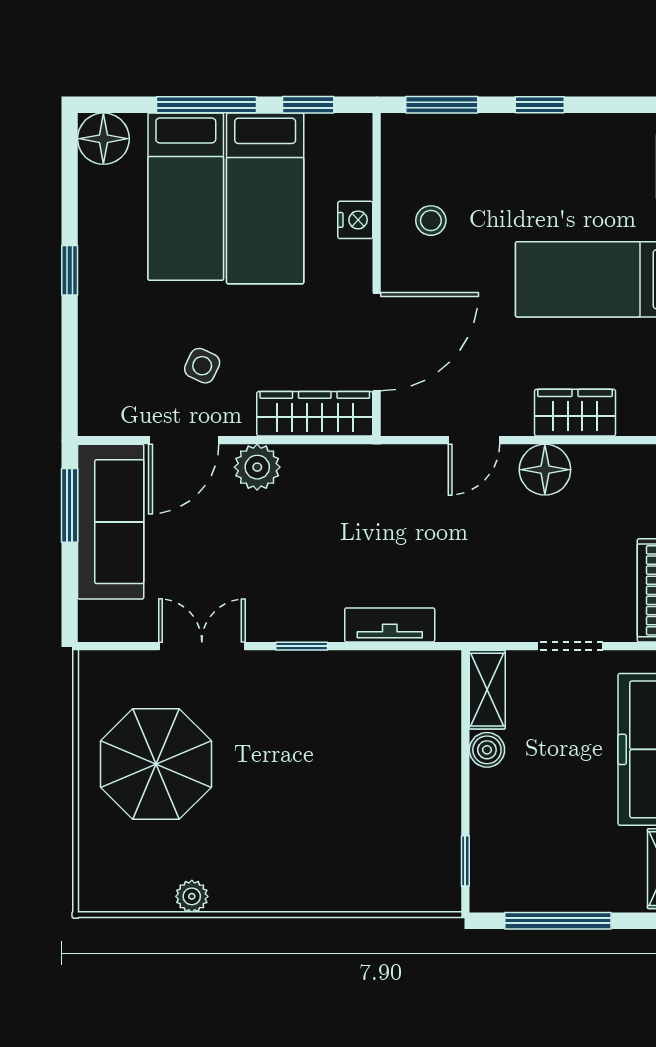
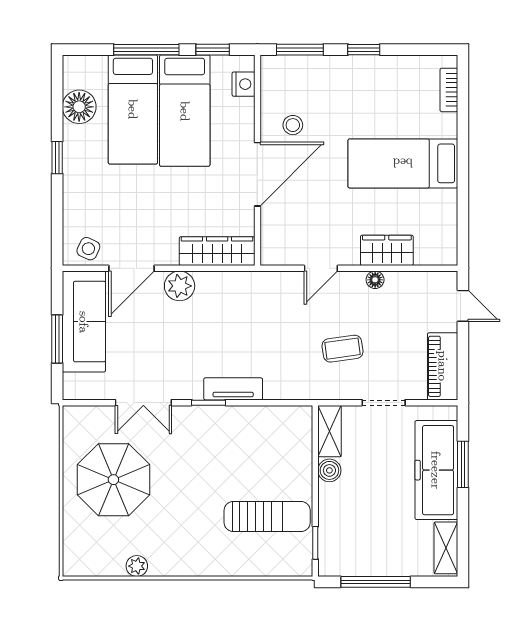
floor lamp: (103, 139) -> (79, 107), moved
nightstand: (355, 220) -> (243, 84), moved
door: (377, 342) -> (257, 174), moved
side table: (202, 366) -> (88, 249), moved
floor lamp: (545, 470) -> (375, 280), width x0.53, depth x0.53
window: (70, 505) -> (57, 339), moved
coffee table: (507, 563) -> (343, 349), added
tv unit: (390, 625) -> (233, 389), moved
double door: (202, 646) -> (143, 403), swing flipped
sun lounger: (392, 821) -> (267, 517), added

